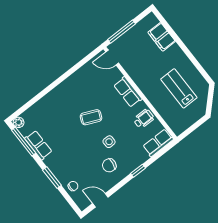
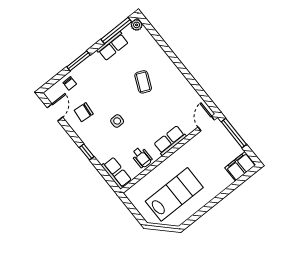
filing cabinet: (162, 37) -> (240, 166), moved
lab bench: (179, 88) -> (174, 194), width x1.36, depth x1.39
coffee table: (91, 117) -> (143, 82), moved
chair: (109, 165) -> (84, 112), moved, turned -93

